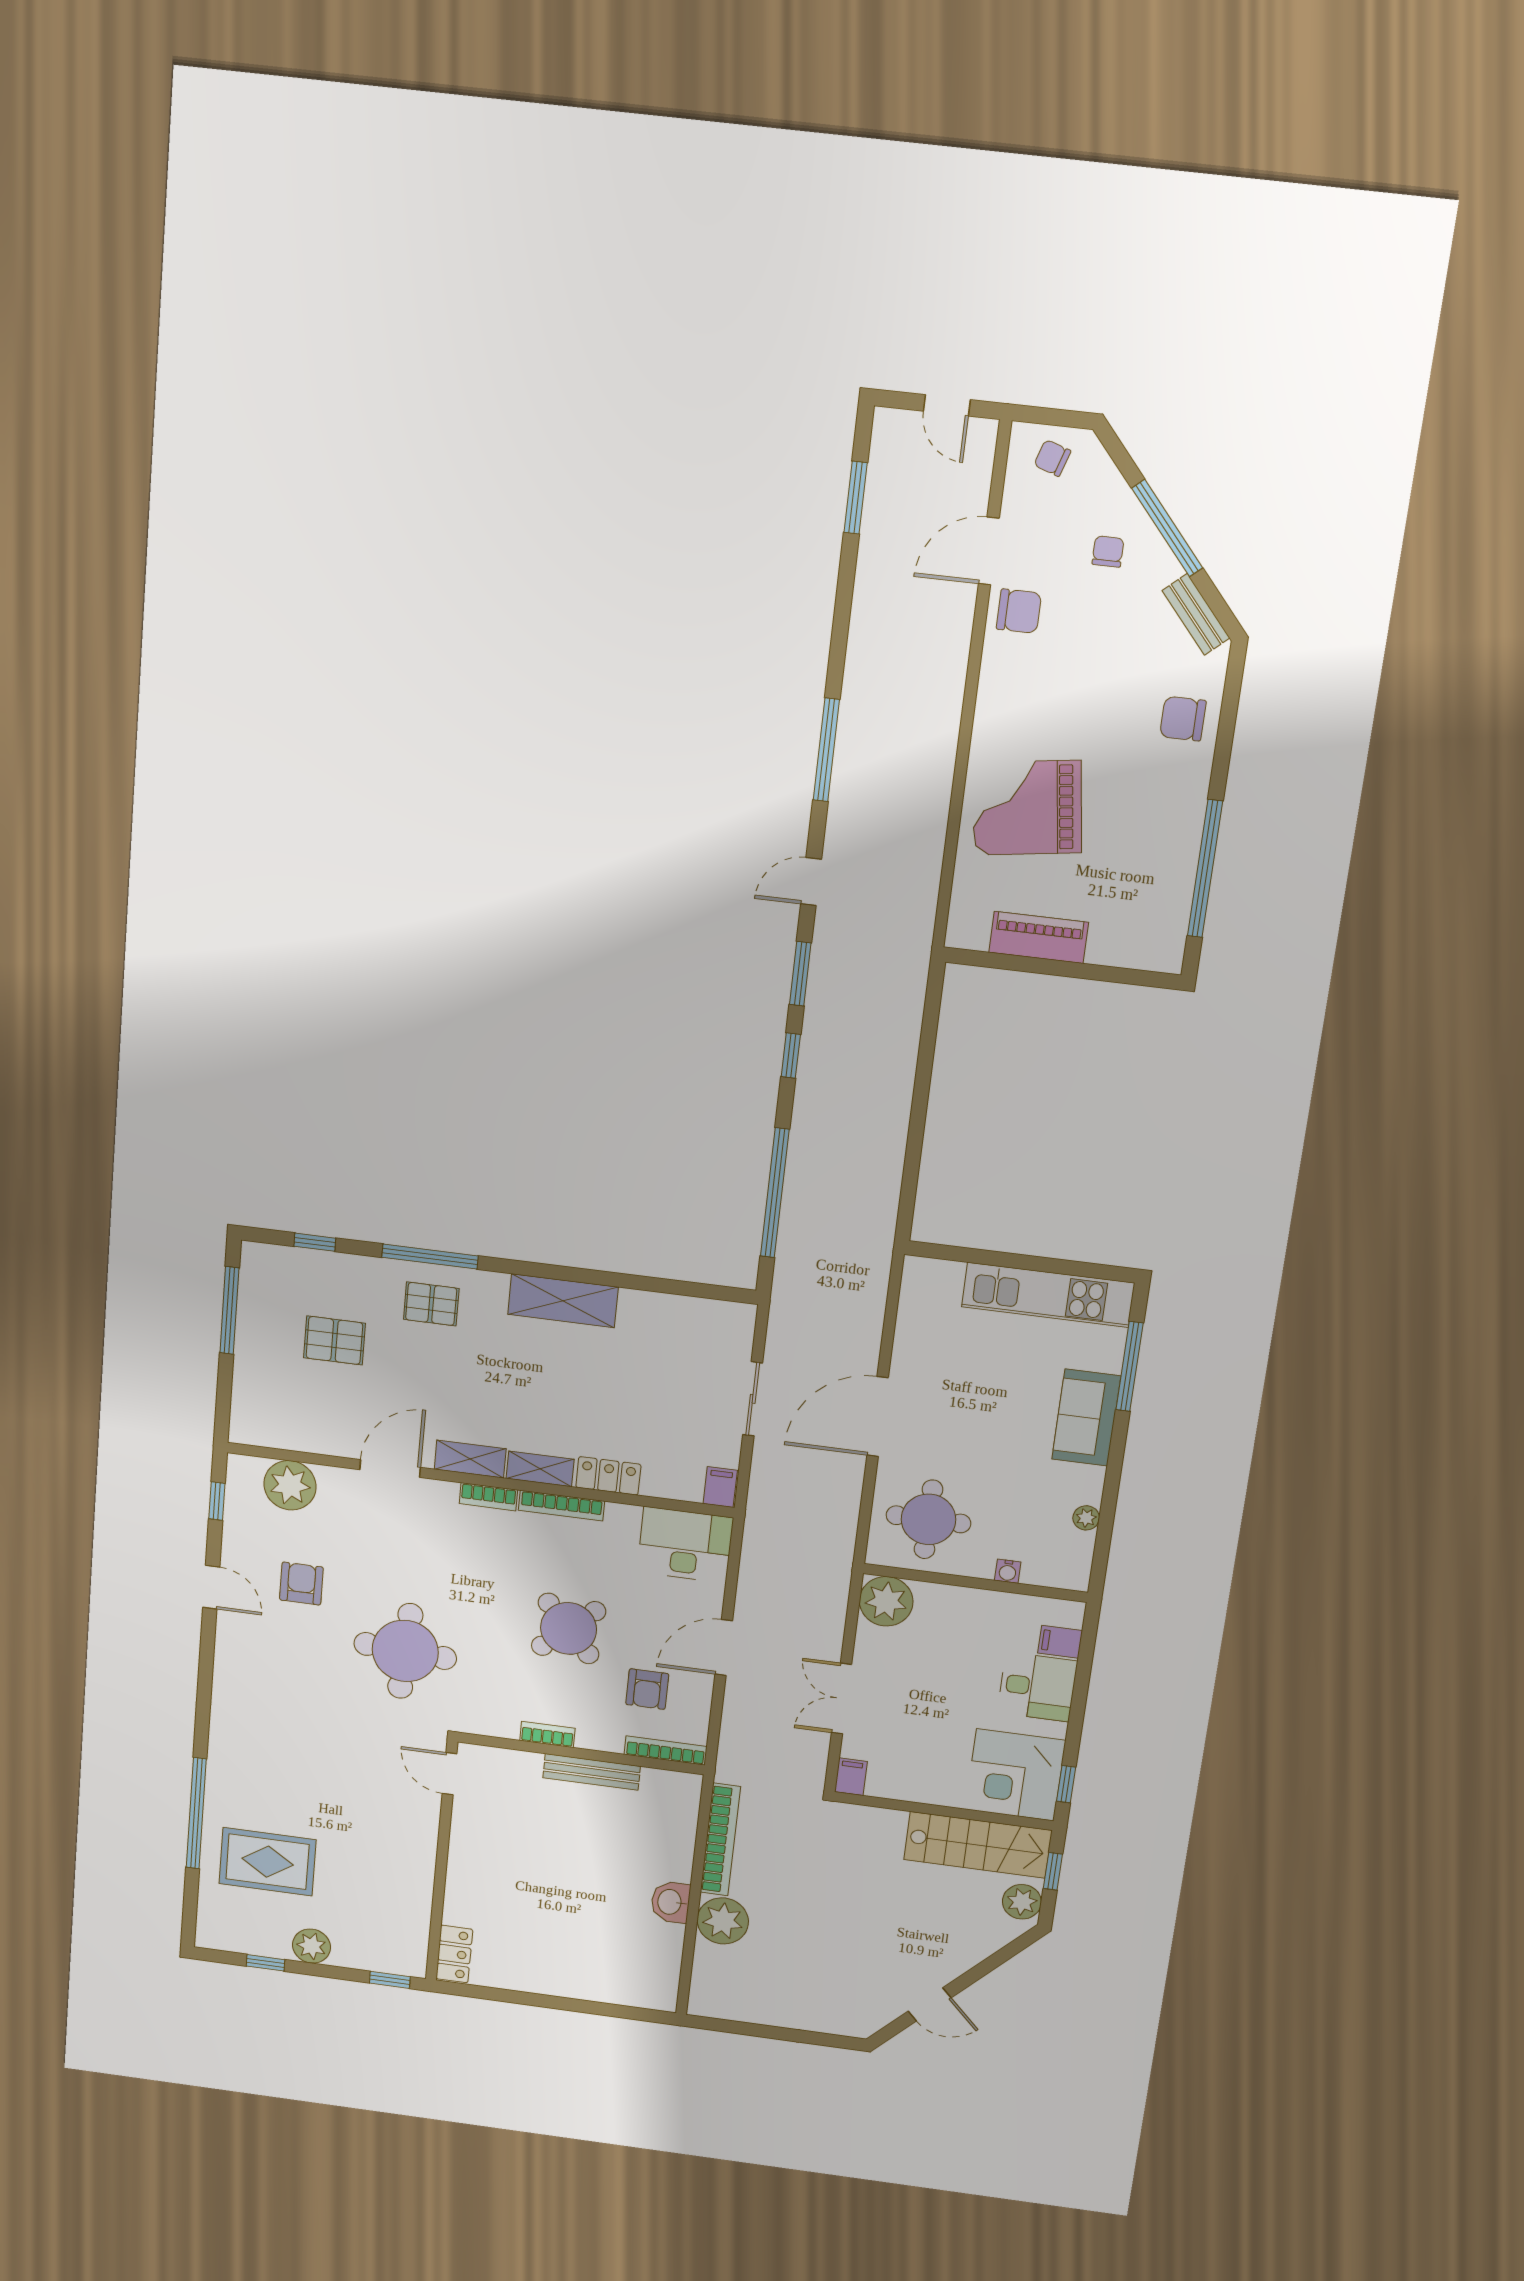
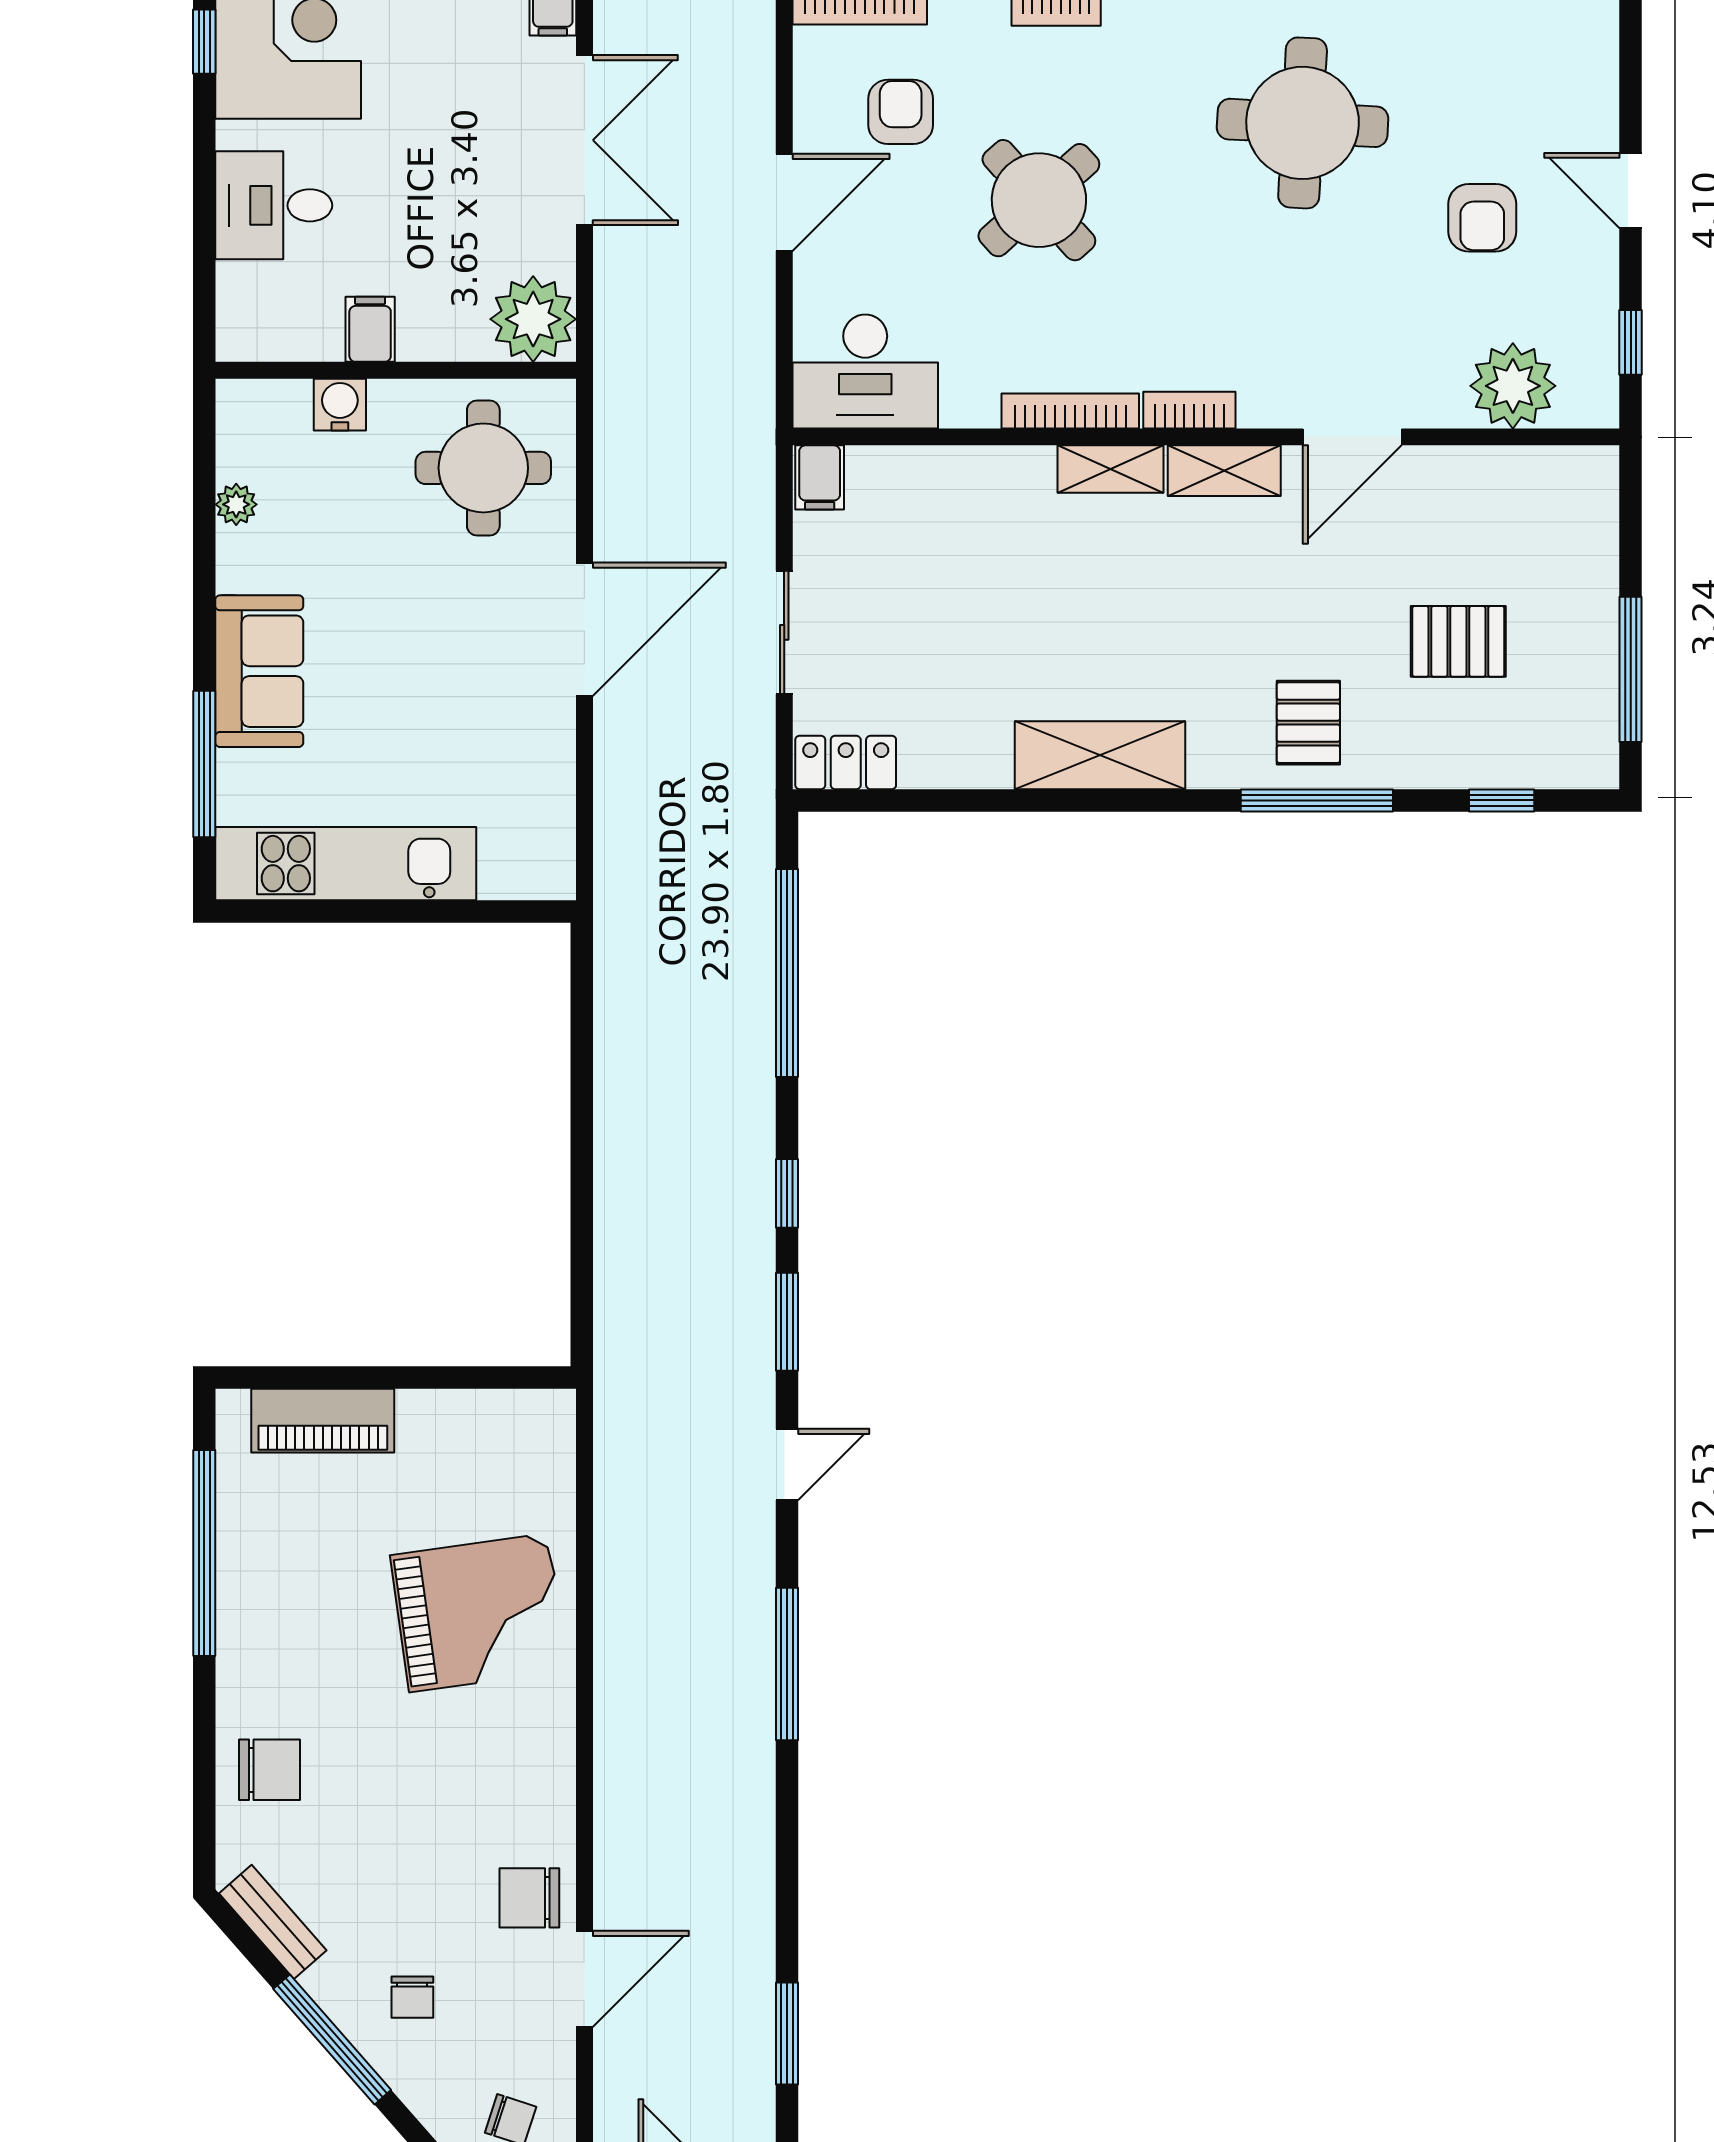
piano: (1039, 937) -> (323, 1421), moved
pallet: (431, 1304) -> (1308, 723), turned 90
locker: (608, 1476) -> (846, 762), moved, turned 180
water cooler: (1008, 1571) -> (340, 405), width x1.38, depth x1.38
filing cabinet: (1060, 1642) -> (370, 329), moved, turned -90
double door: (841, 1699) -> (584, 140), width x1.37

